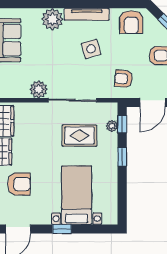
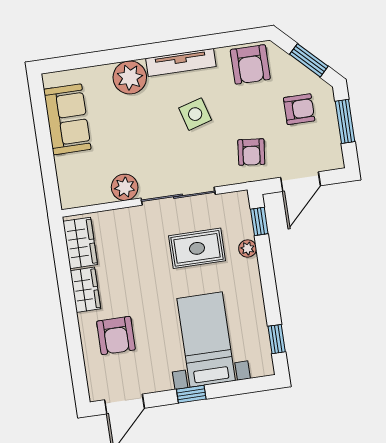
armchair: (124, 79) -> (251, 152), turned -89
plant: (112, 126) -> (248, 249), moved
window: (122, 157) -> (277, 339), moved
armchair: (19, 184) -> (116, 335), turned 90

